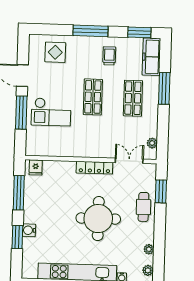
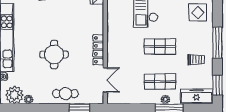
plant: (152, 143) -> (165, 99), moved
round table: (98, 219) -> (54, 54), width x0.73, depth x0.73
plant: (148, 270) -> (14, 95), width x1.88, depth x1.88

